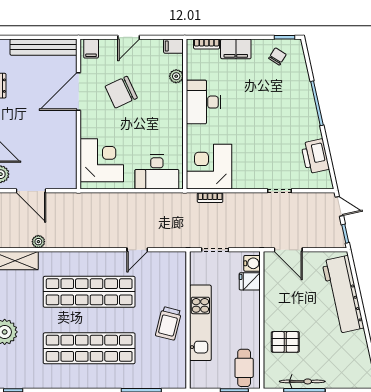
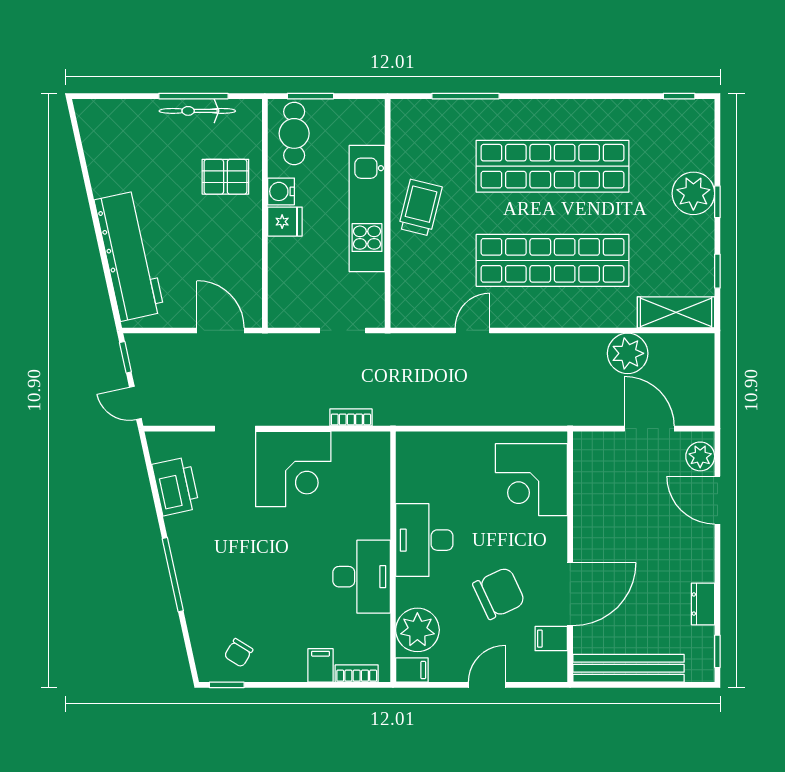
filing cabinet: (91, 49) -> (551, 639), moved, turned -90
filing cabinet: (236, 49) -> (321, 665), width x0.50
plant: (176, 76) -> (417, 630), width x1.87, depth x1.87
corner desk: (209, 167) -> (293, 469), moved
desk: (157, 172) -> (424, 540), moved, turned -90
plant: (38, 242) -> (628, 353), width x1.87, depth x1.87
water cooler: (252, 263) -> (281, 191), moved
fridge: (250, 281) -> (285, 222), moved

